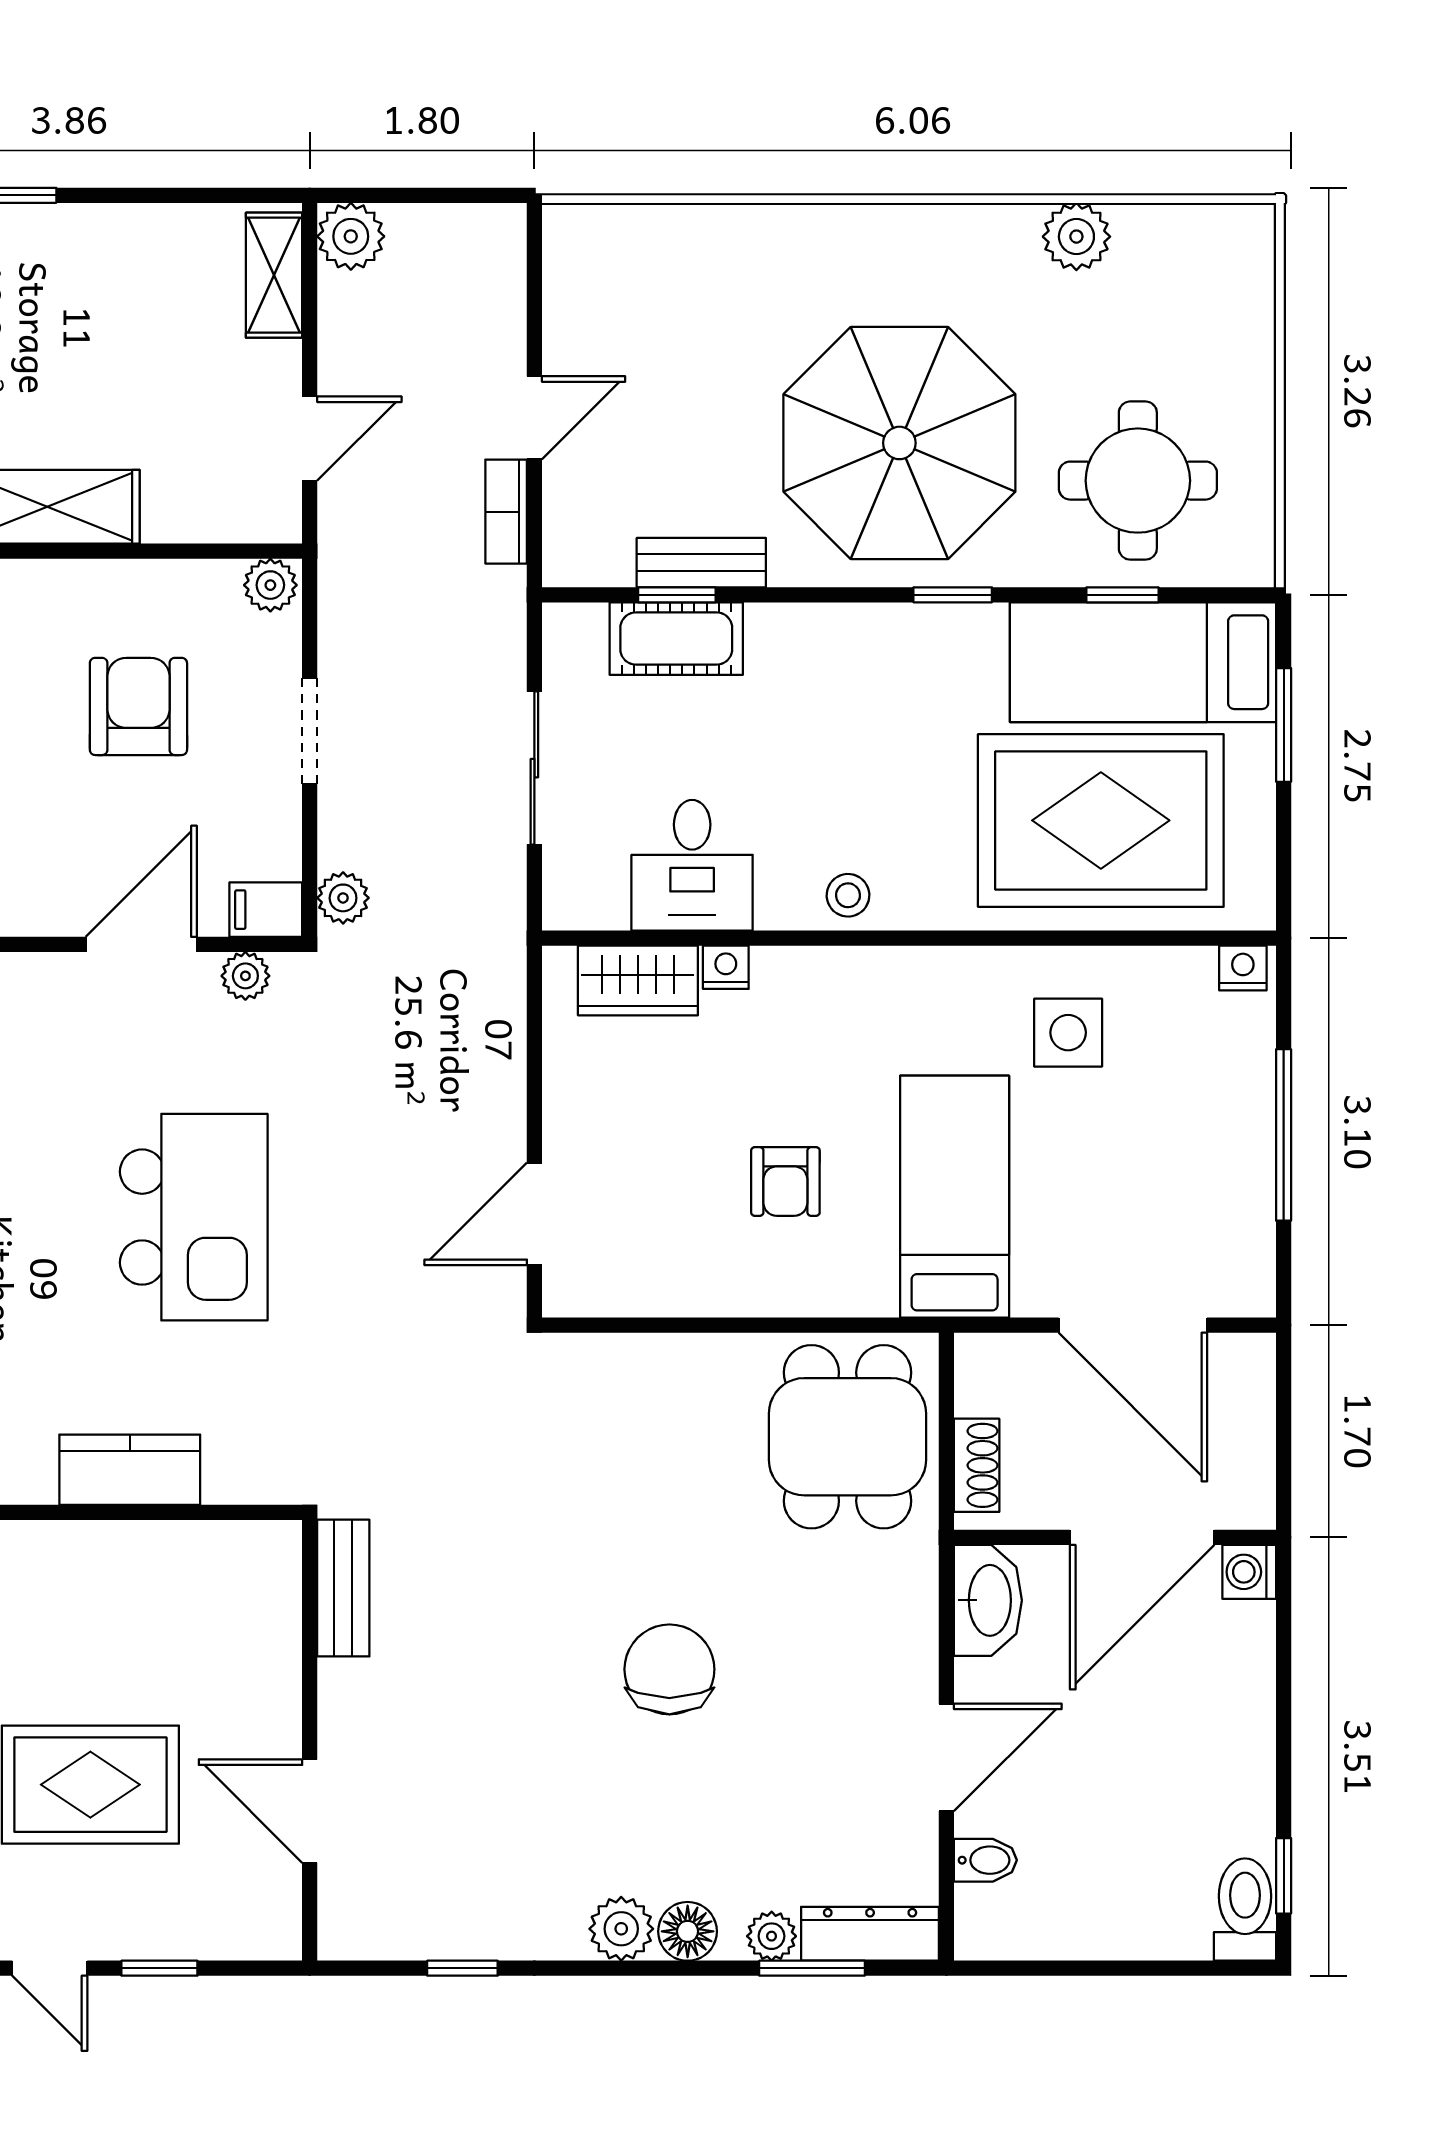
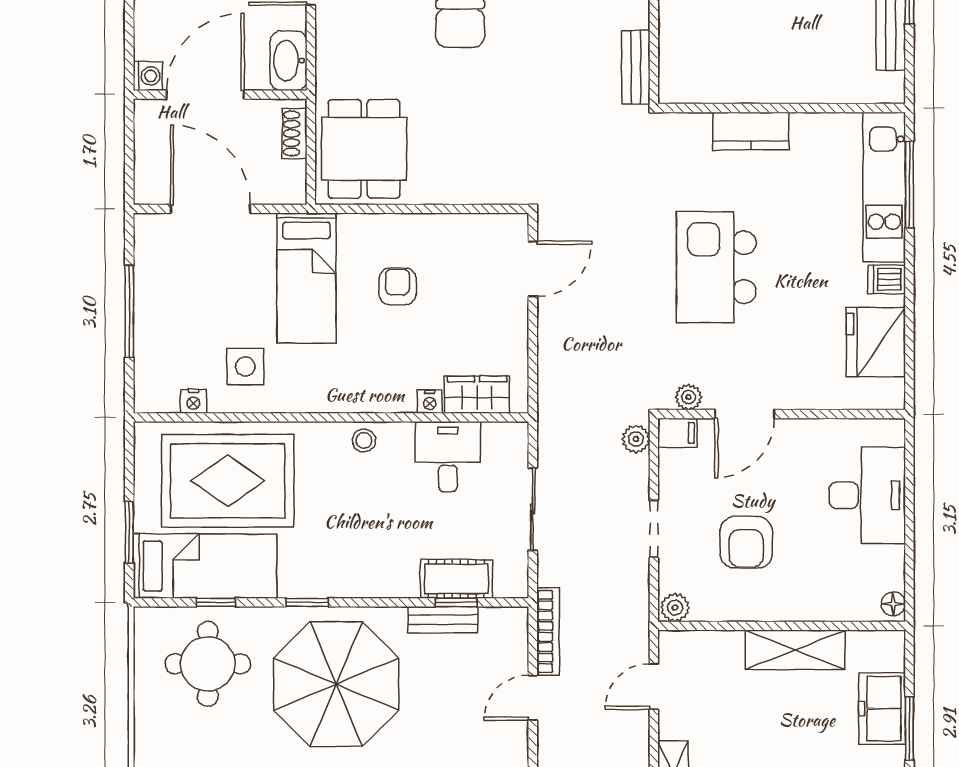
bookcase: (506, 512) -> (548, 631), width x1.56
nightstand: (1243, 968) -> (193, 401), moved

